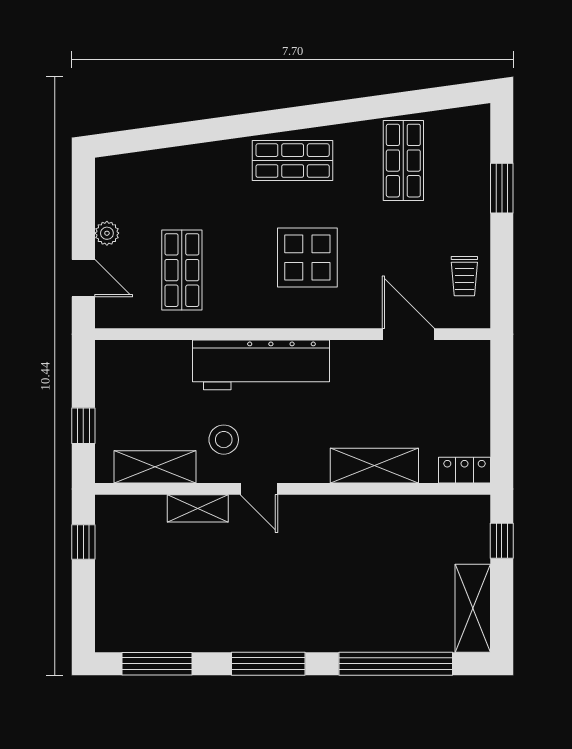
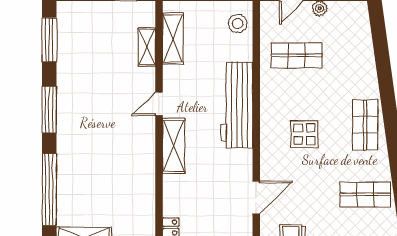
display table: (307, 258) -> (304, 134), width x0.73, depth x0.73
stool: (224, 440) -> (238, 24), moved
shelving: (374, 466) -> (174, 146), moved
shelving: (198, 508) -> (147, 47), moved

